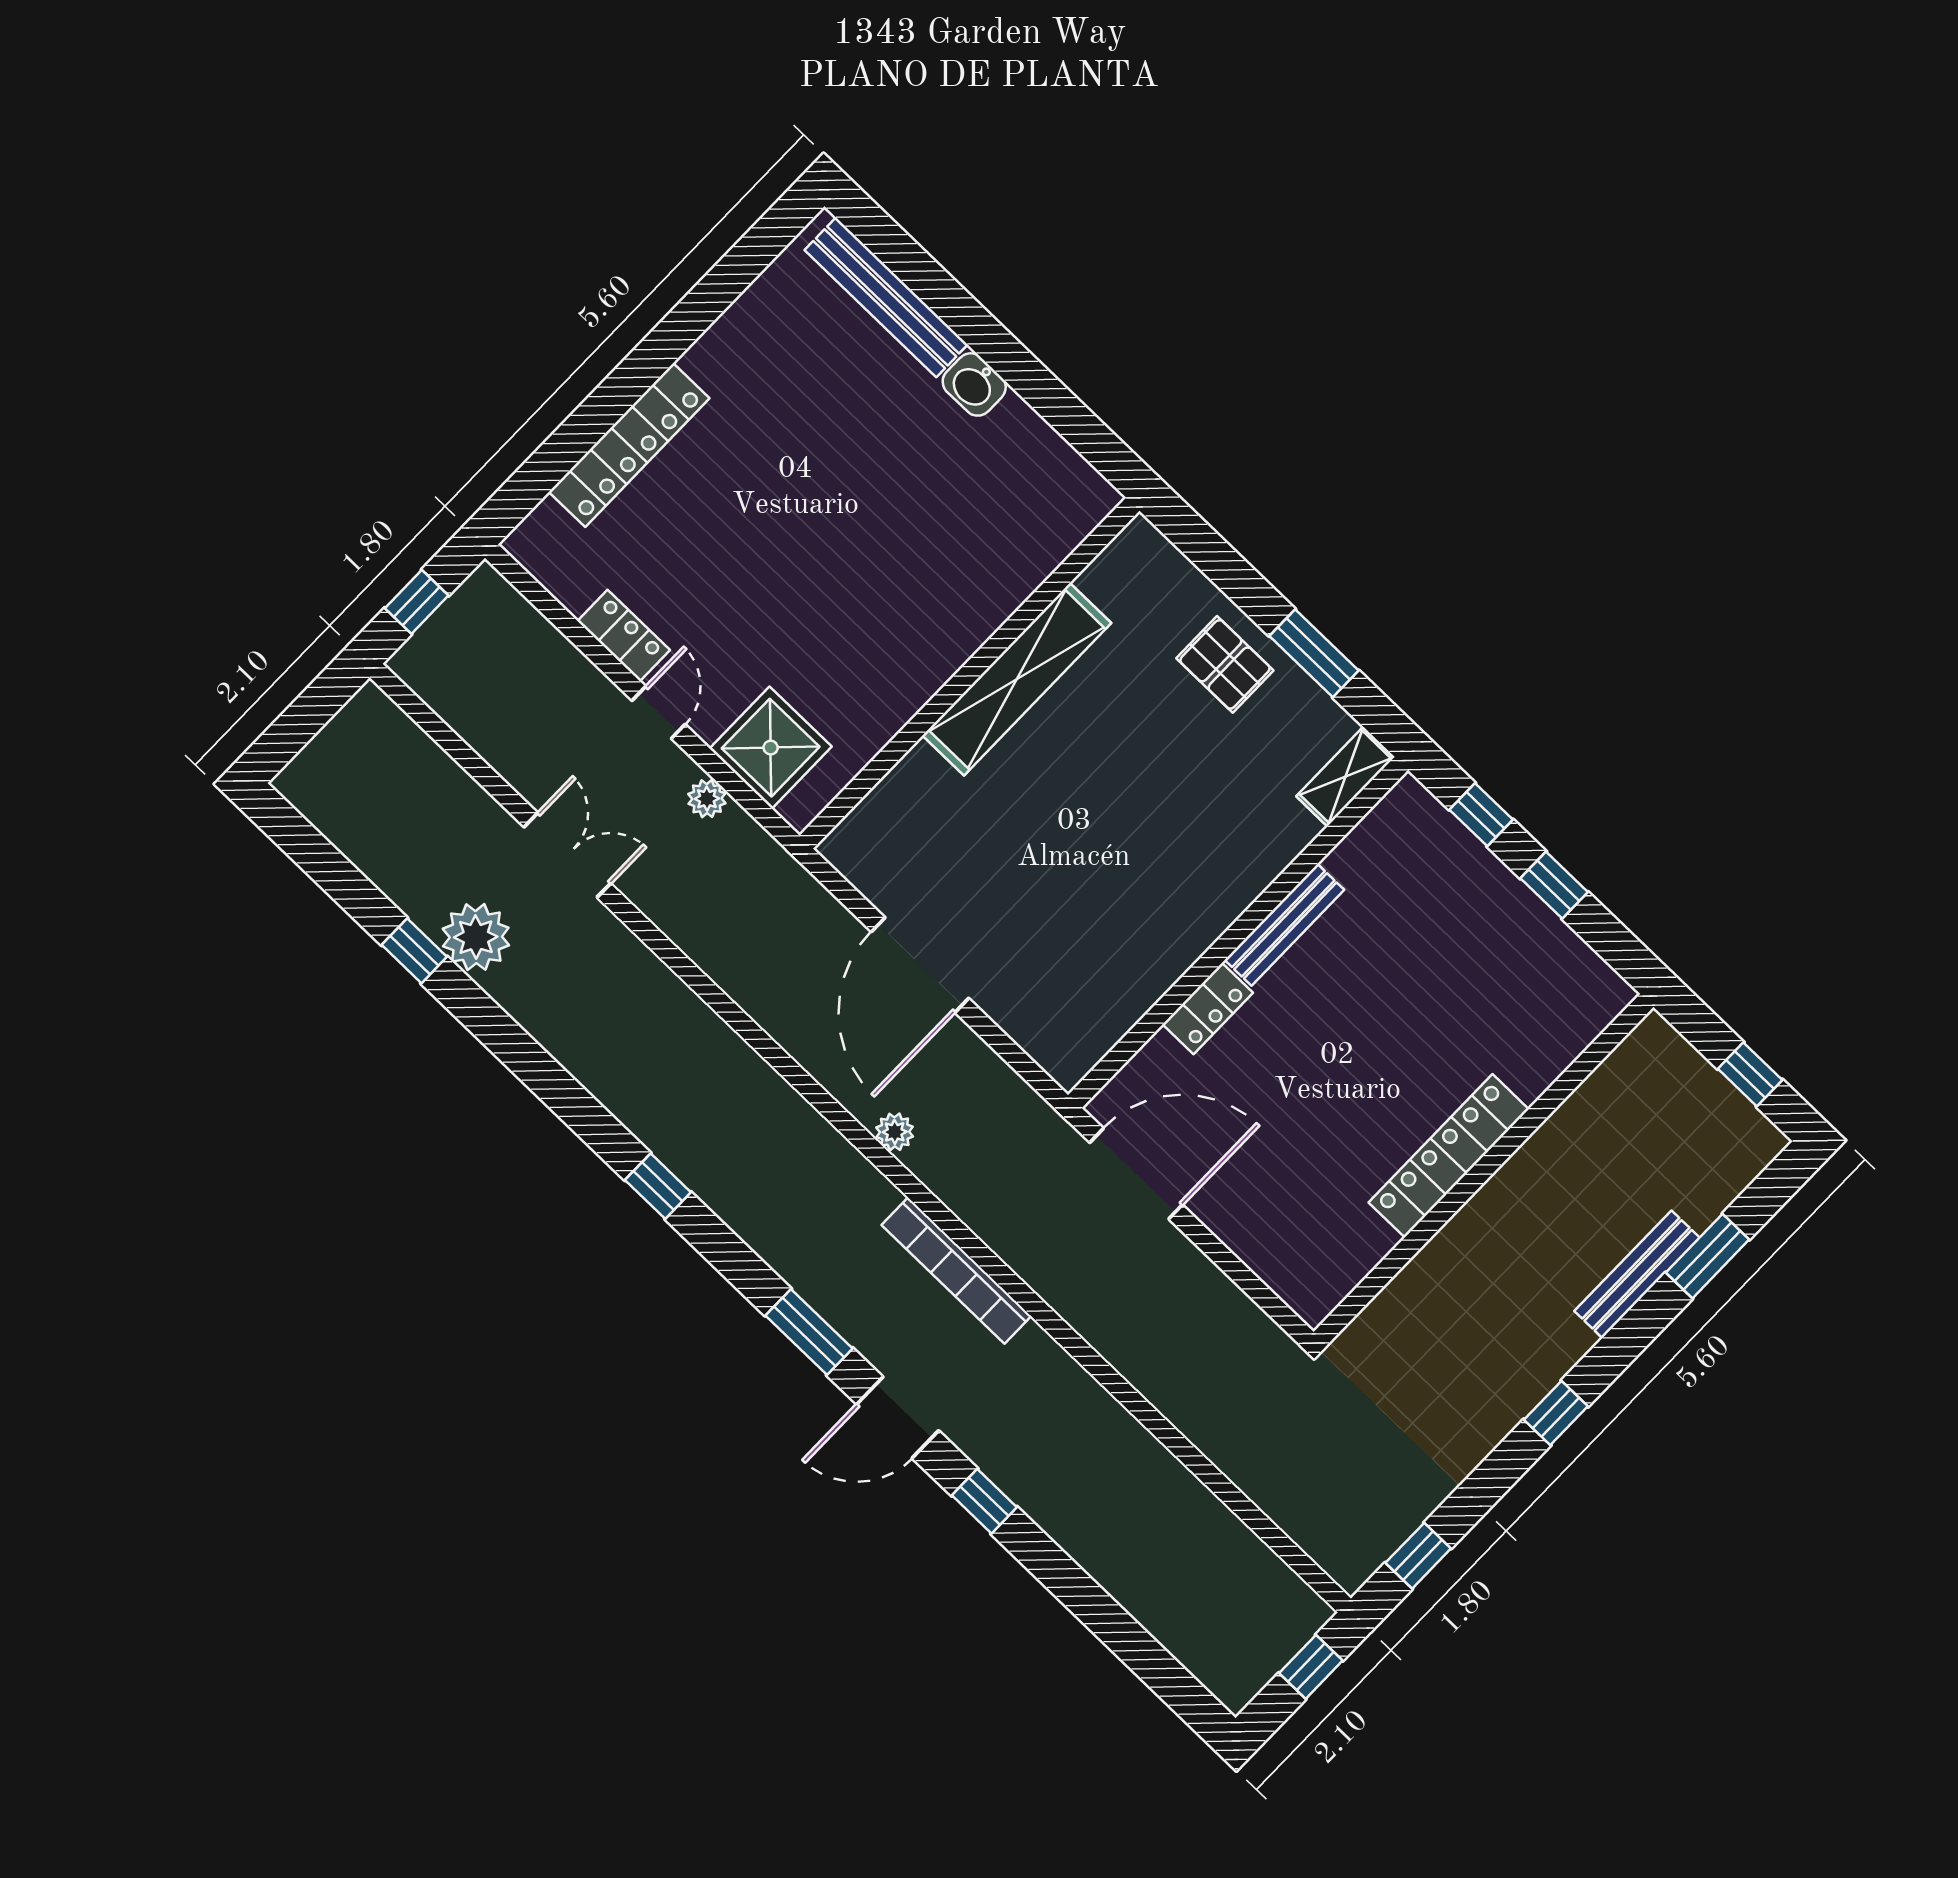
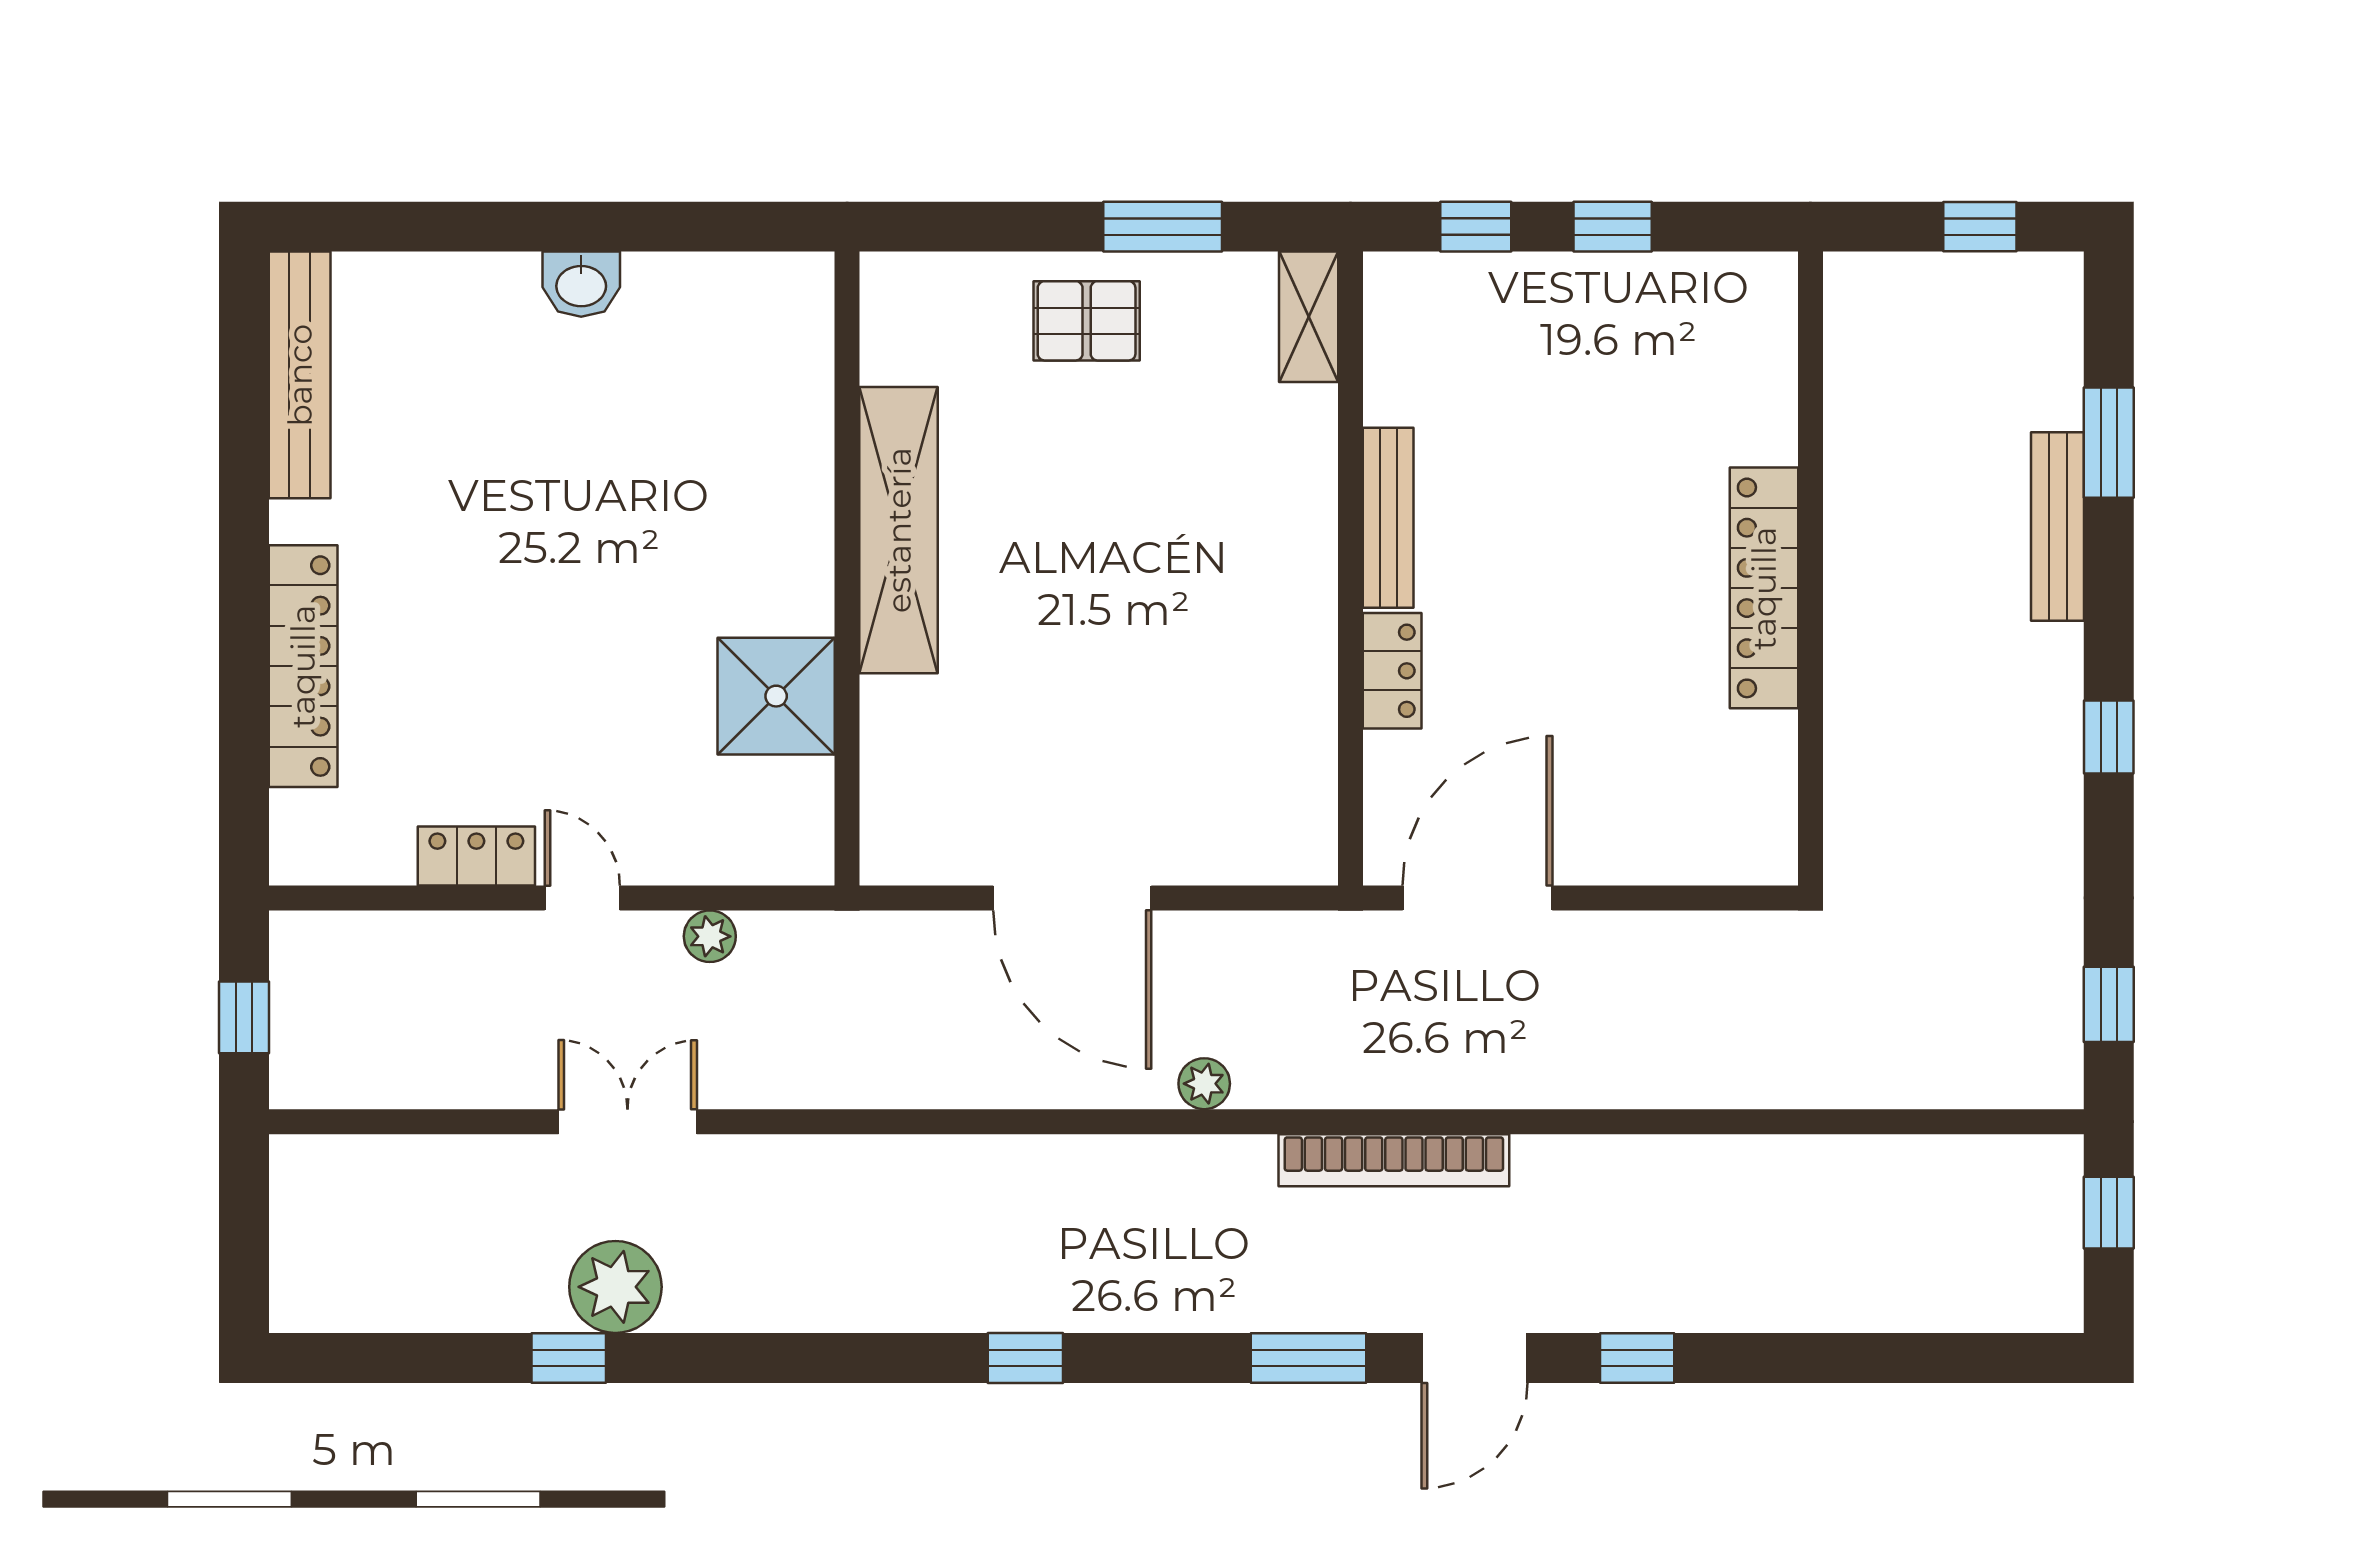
bench: (886, 297) -> (300, 375), moved, turned 90
shower: (771, 748) -> (776, 696), moved

